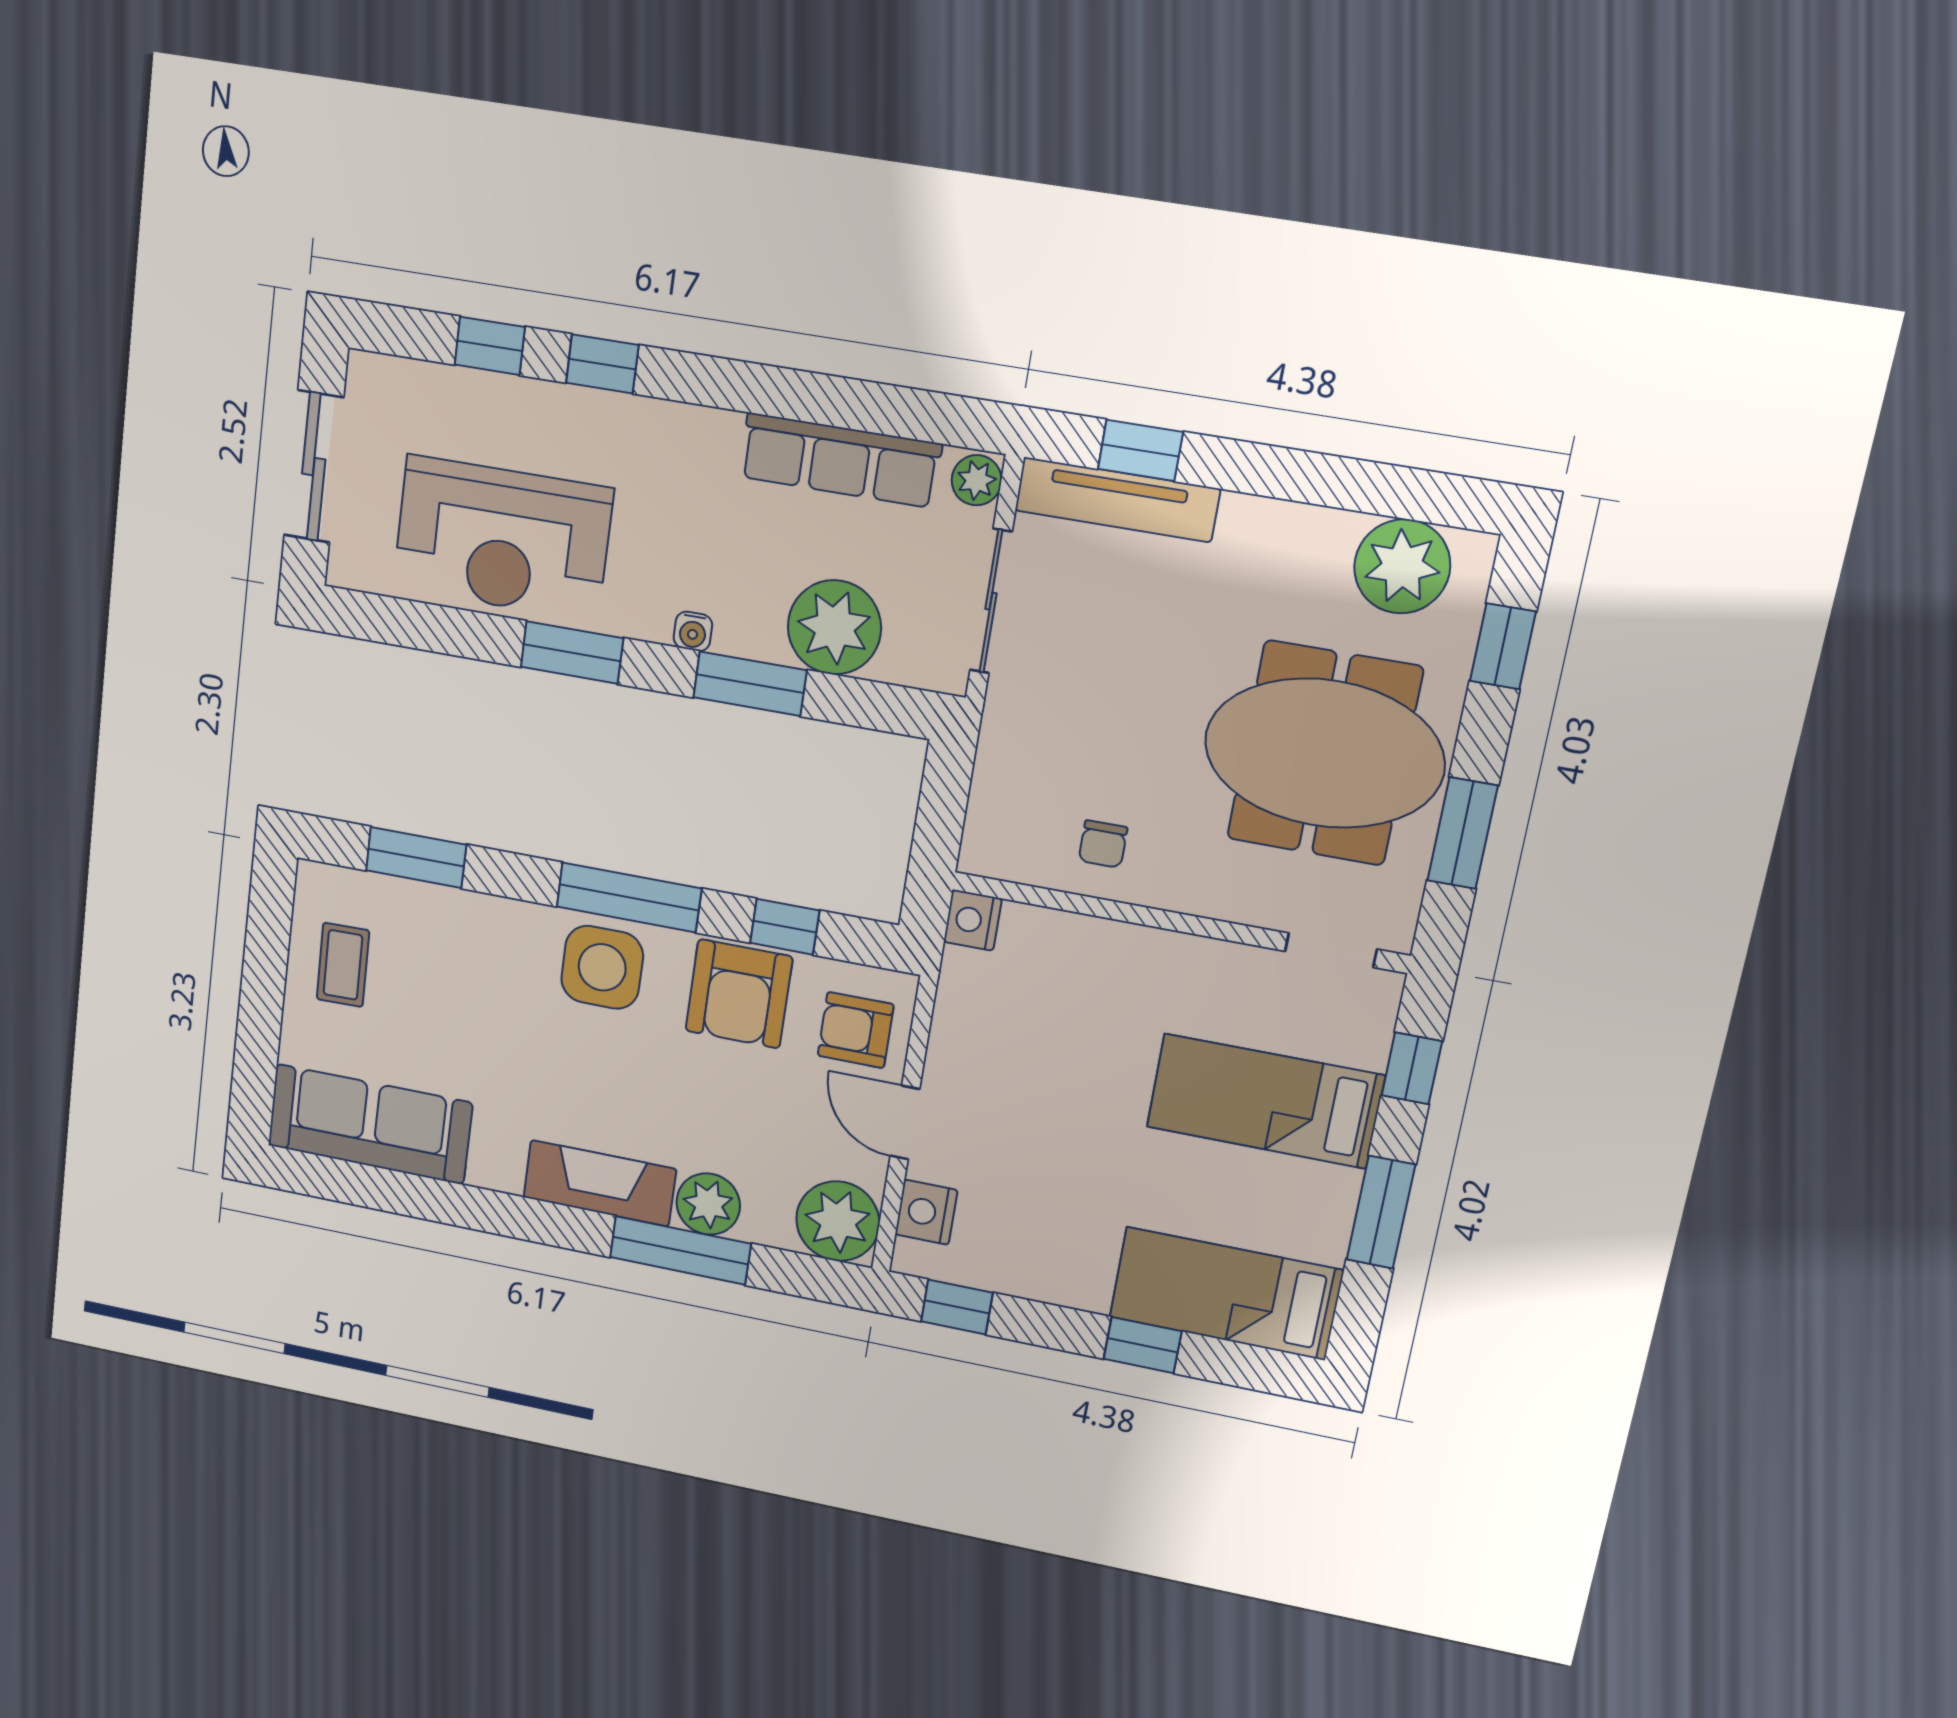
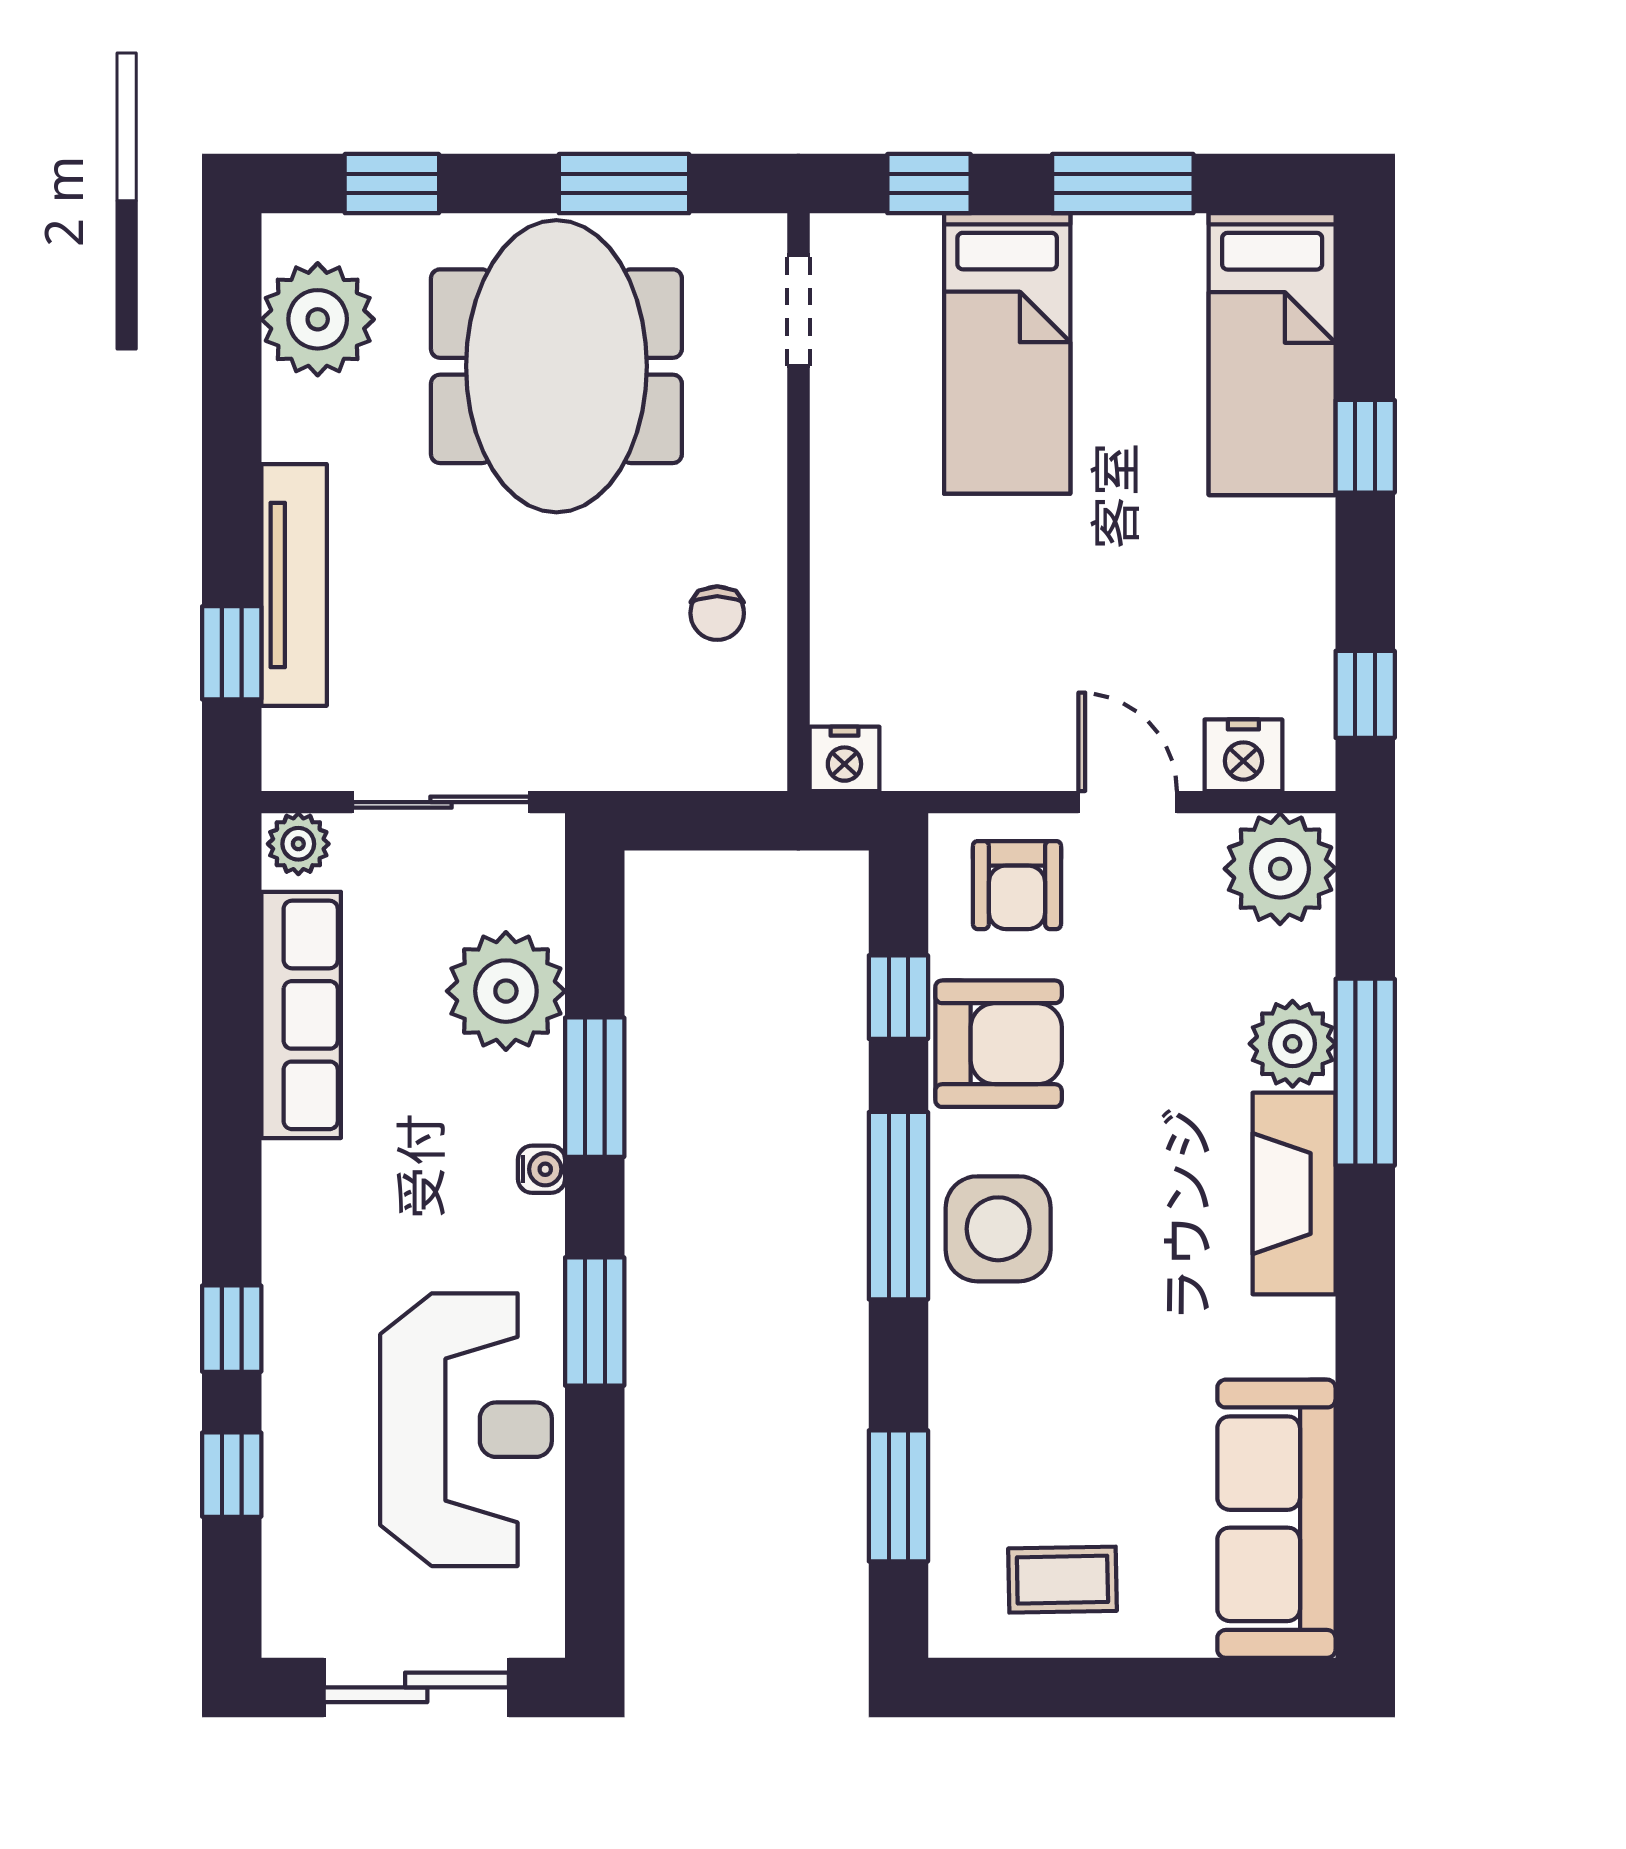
tv unit: (1117, 500) -> (294, 585), moved
chair: (1103, 844) -> (717, 613), turned 90
door: (905, 1123) -> (1128, 802), swing flipped

